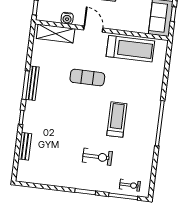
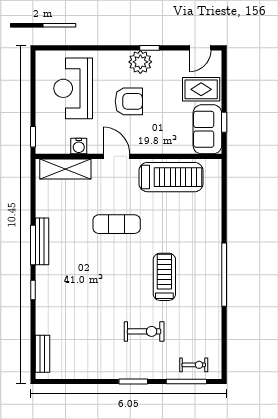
bench: (25, 146) -> (43, 354), moved

